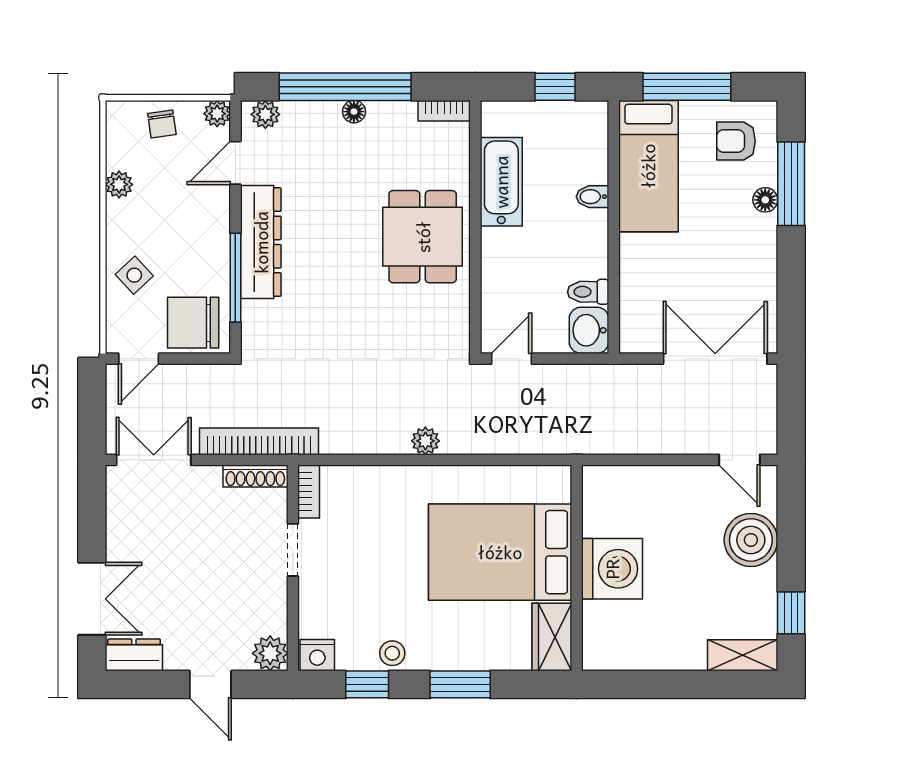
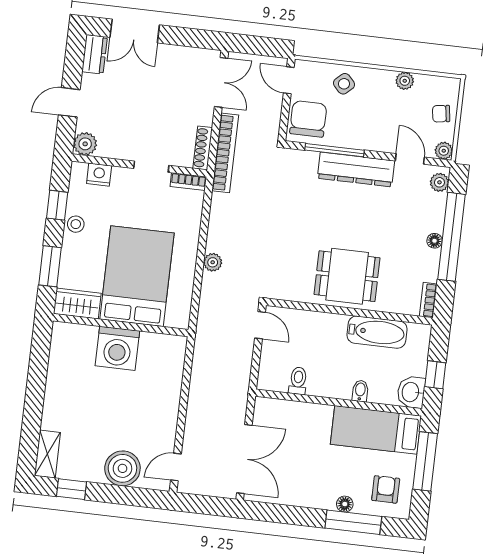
washbasin: (589, 330) -> (411, 392), moved, turned -90
bed: (500, 552) -> (137, 276), moved
wall: (577, 568) -> (121, 325), moved
washing machine: (612, 569) -> (117, 348), moved
wardrobe: (552, 637) -> (77, 304), moved
nightstand: (317, 655) -> (99, 175), moved, turned 90

